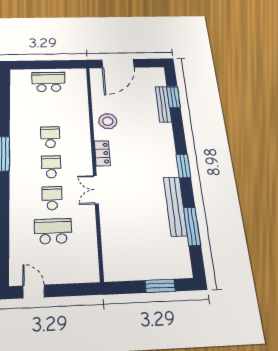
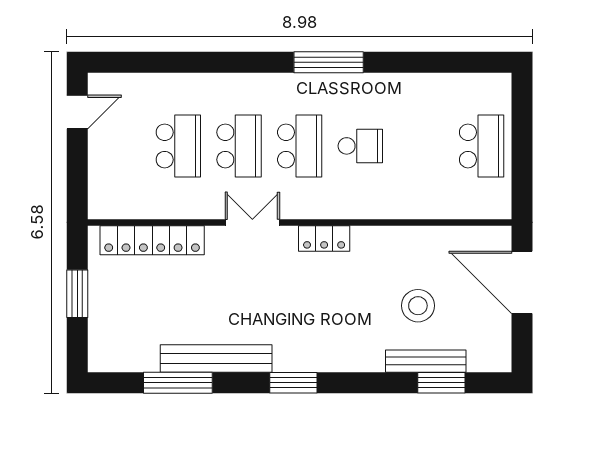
stool: (108, 121) -> (418, 306), moved
school desk: (51, 167) -> (300, 146), width x1.85
school desk: (52, 198) -> (239, 146), width x1.85
locker: (110, 244) -> (152, 240), added
window: (160, 286) -> (77, 294), moved

